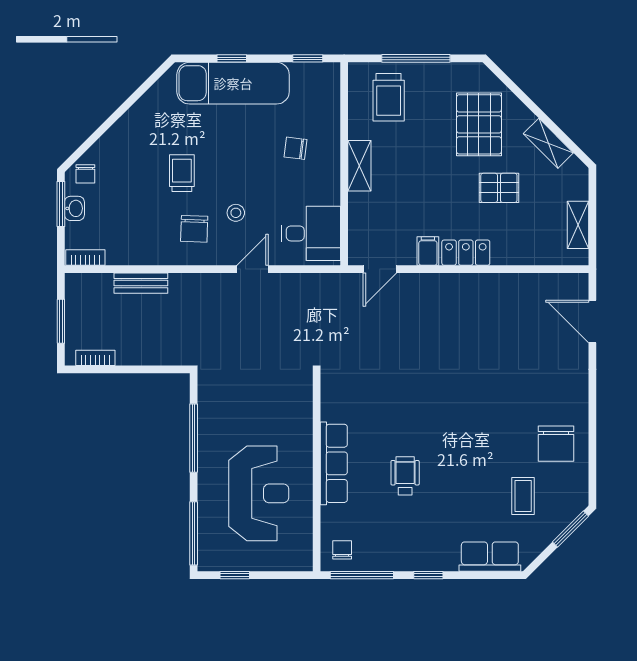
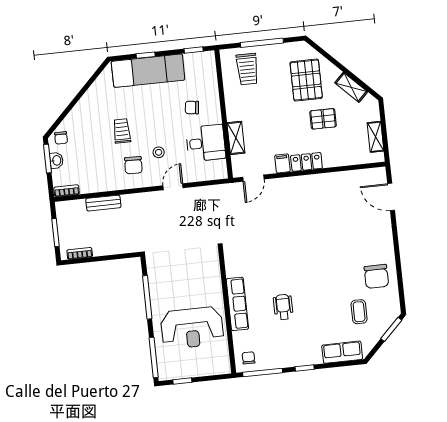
shelving: (359, 166) -> (236, 138), moved
desk: (311, 233) -> (206, 143), moved
reception desk: (259, 493) -> (192, 328), turned 90

